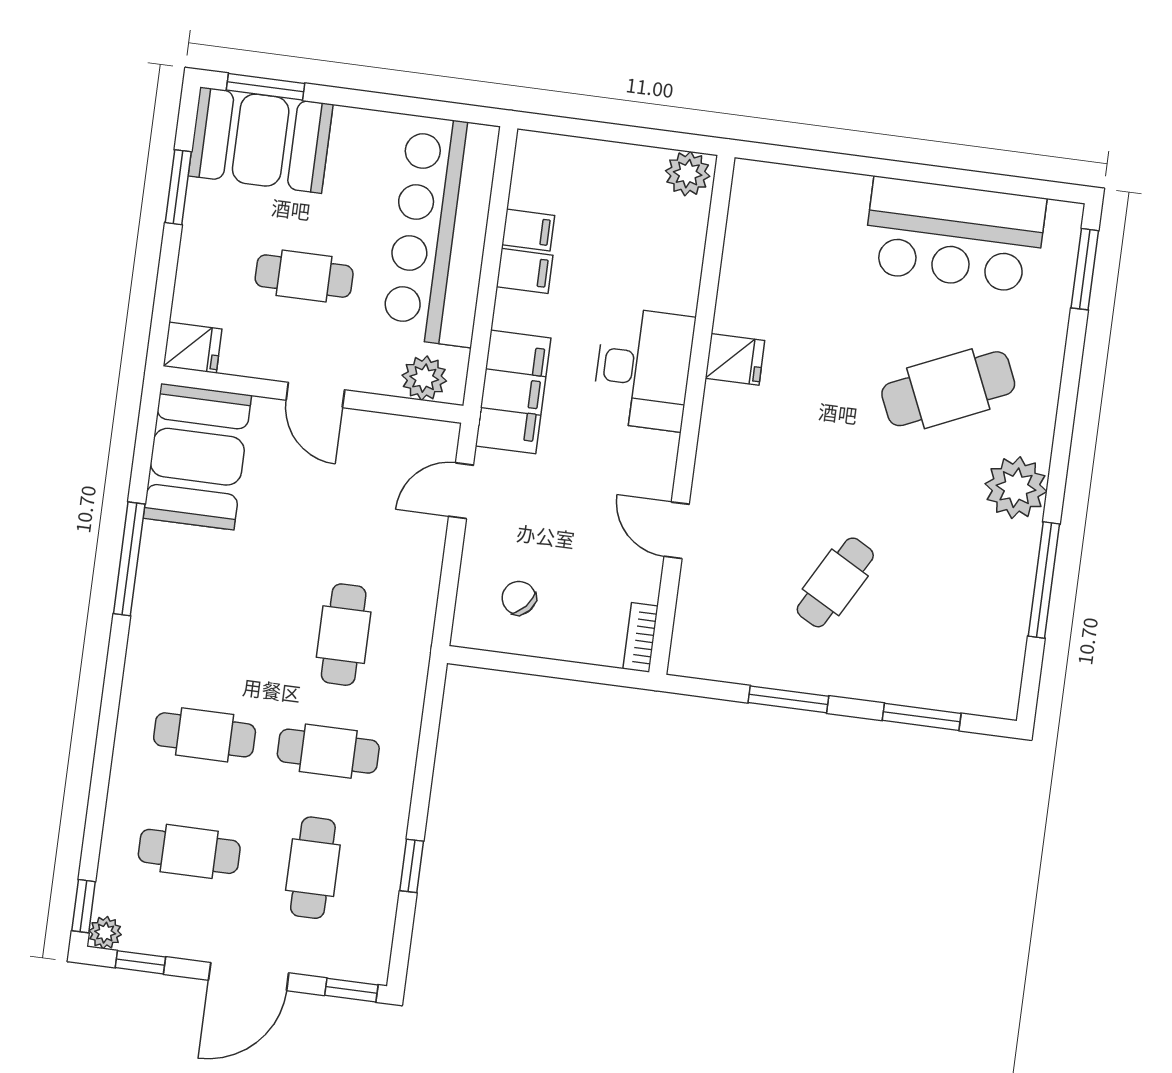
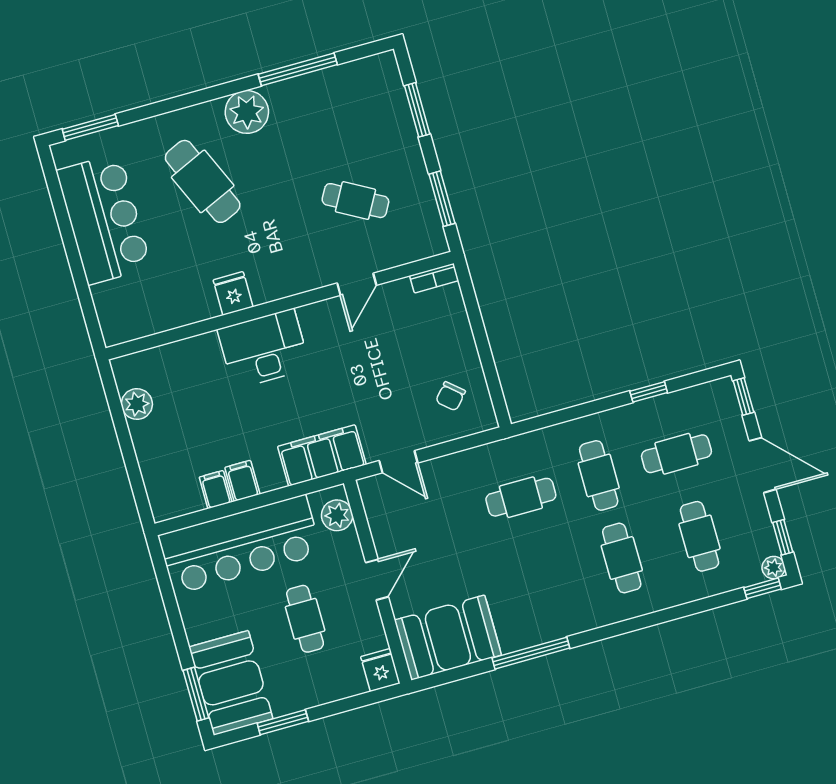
fridge: (735, 359) -> (233, 293), moved
desk: (643, 369) -> (264, 349), moved
wall: (692, 415) -> (280, 306), moved
door: (677, 530) -> (357, 284), moved
bookcase: (641, 638) -> (434, 278), moved

